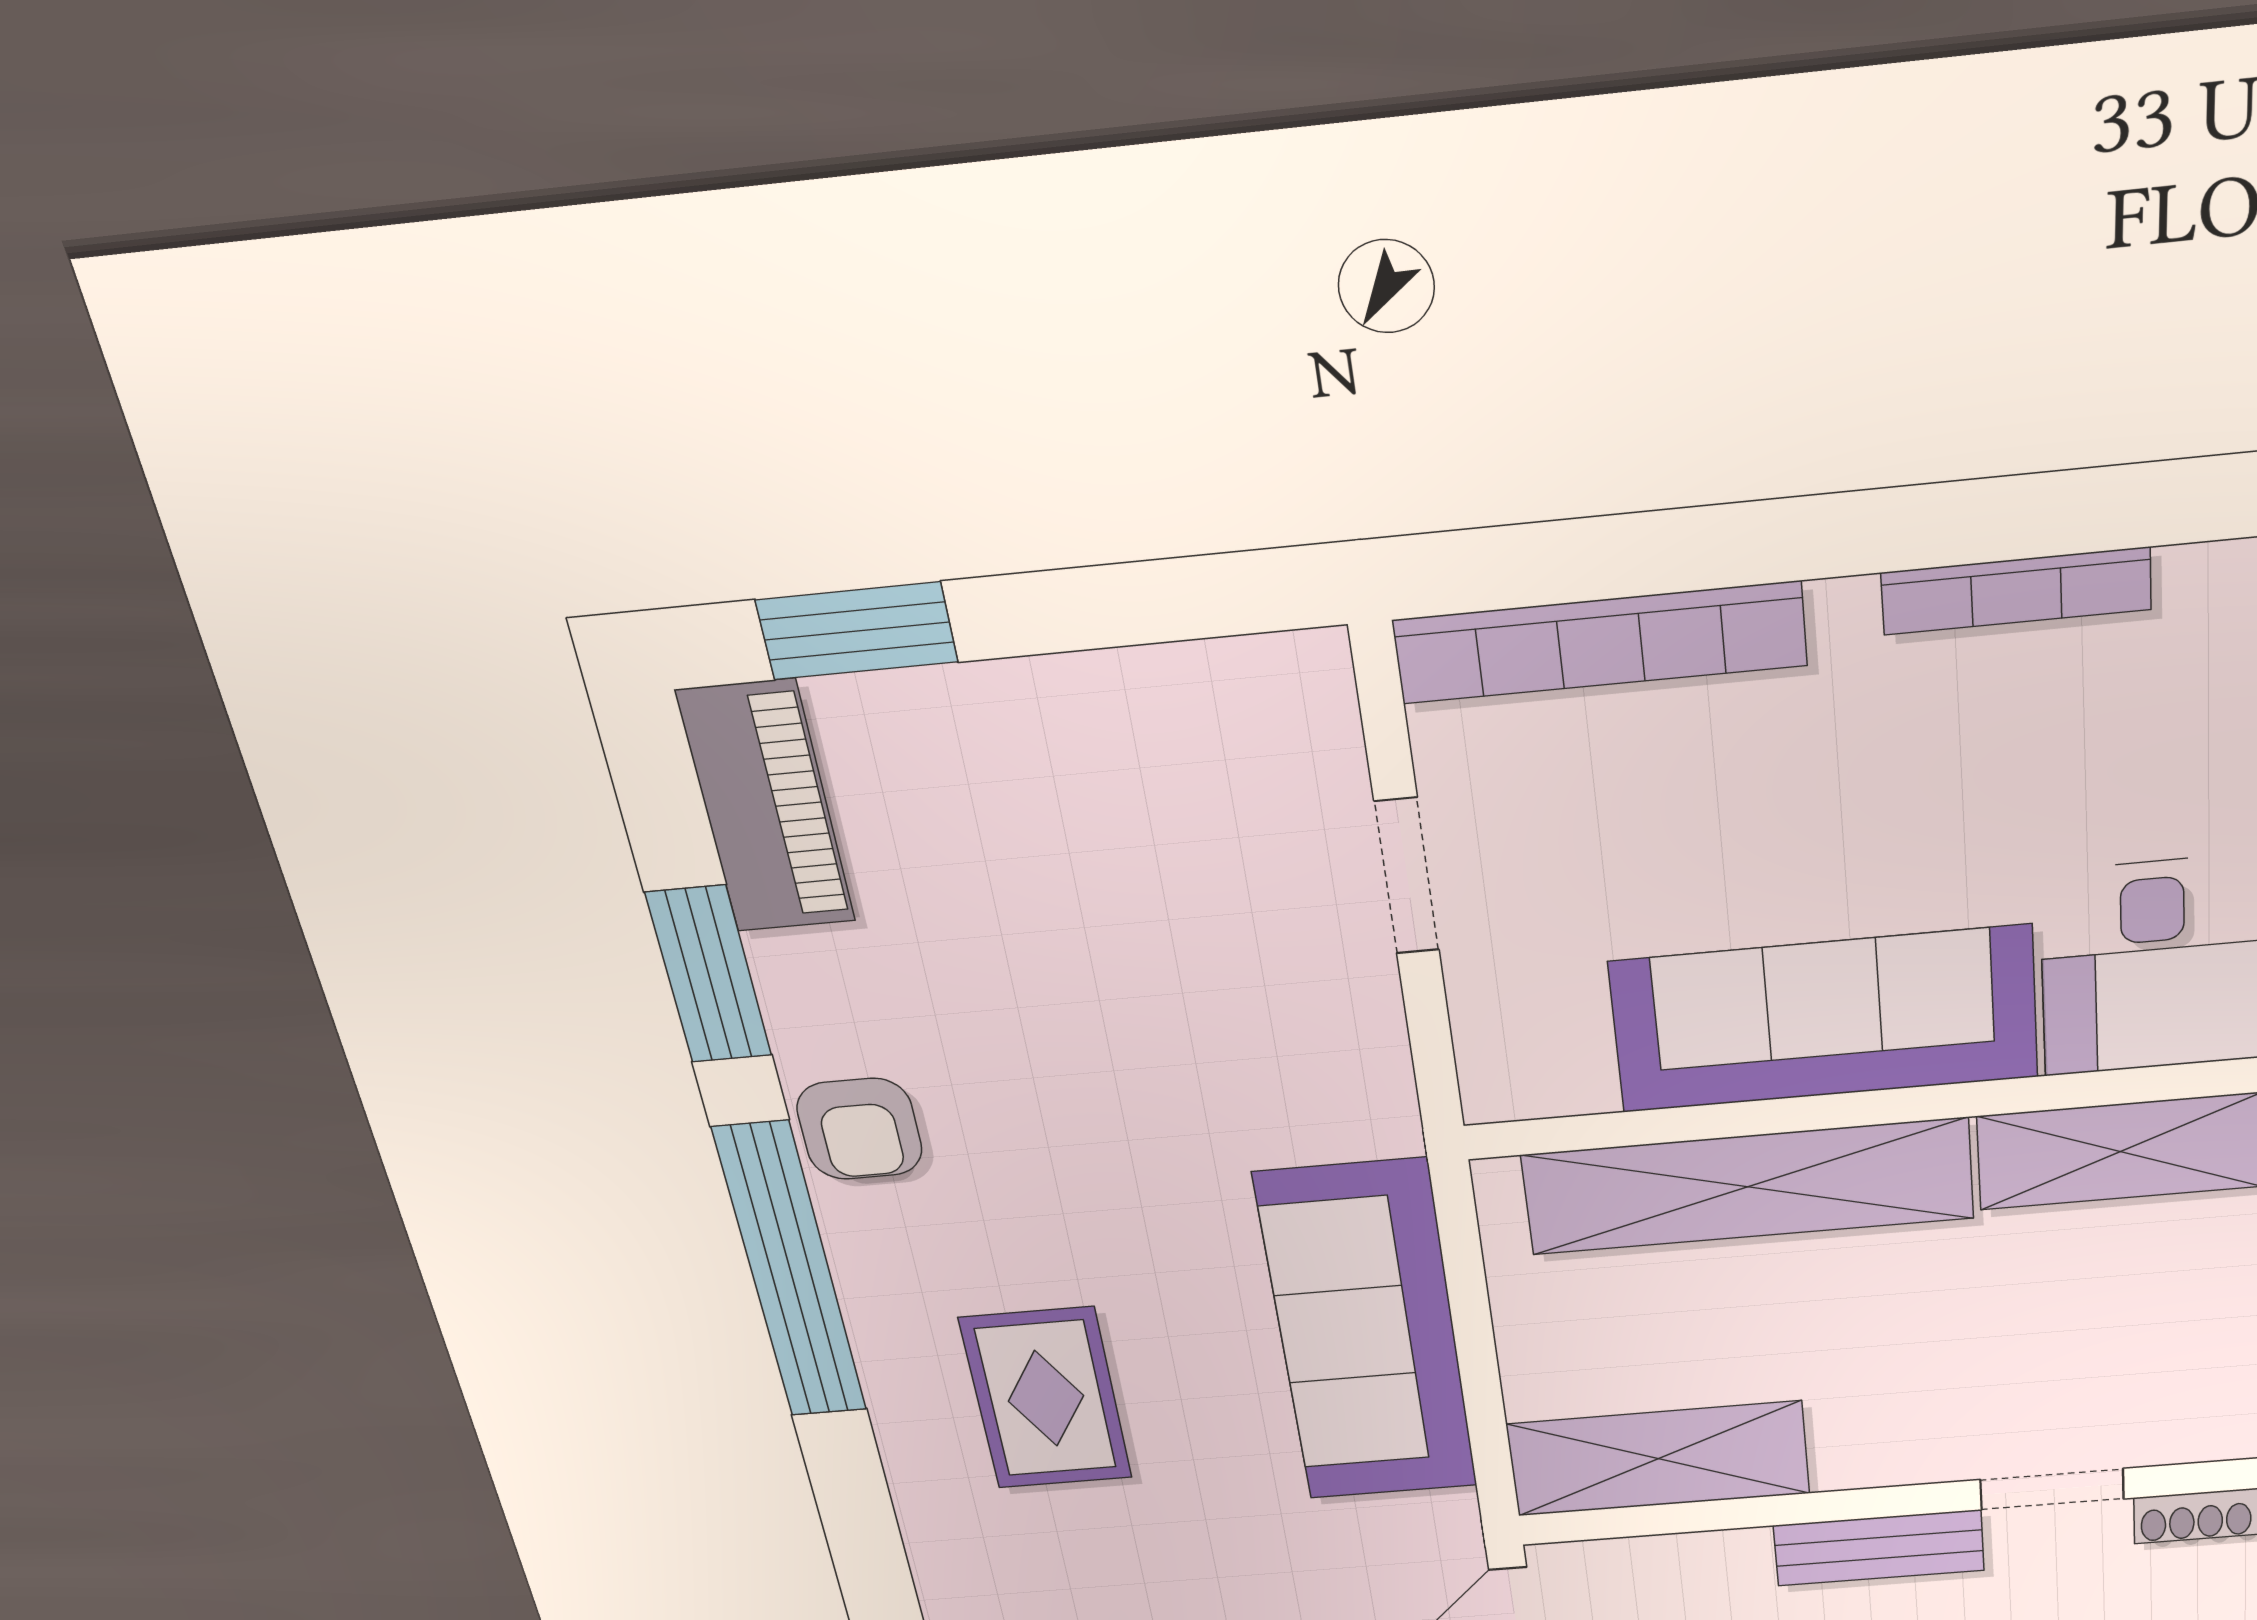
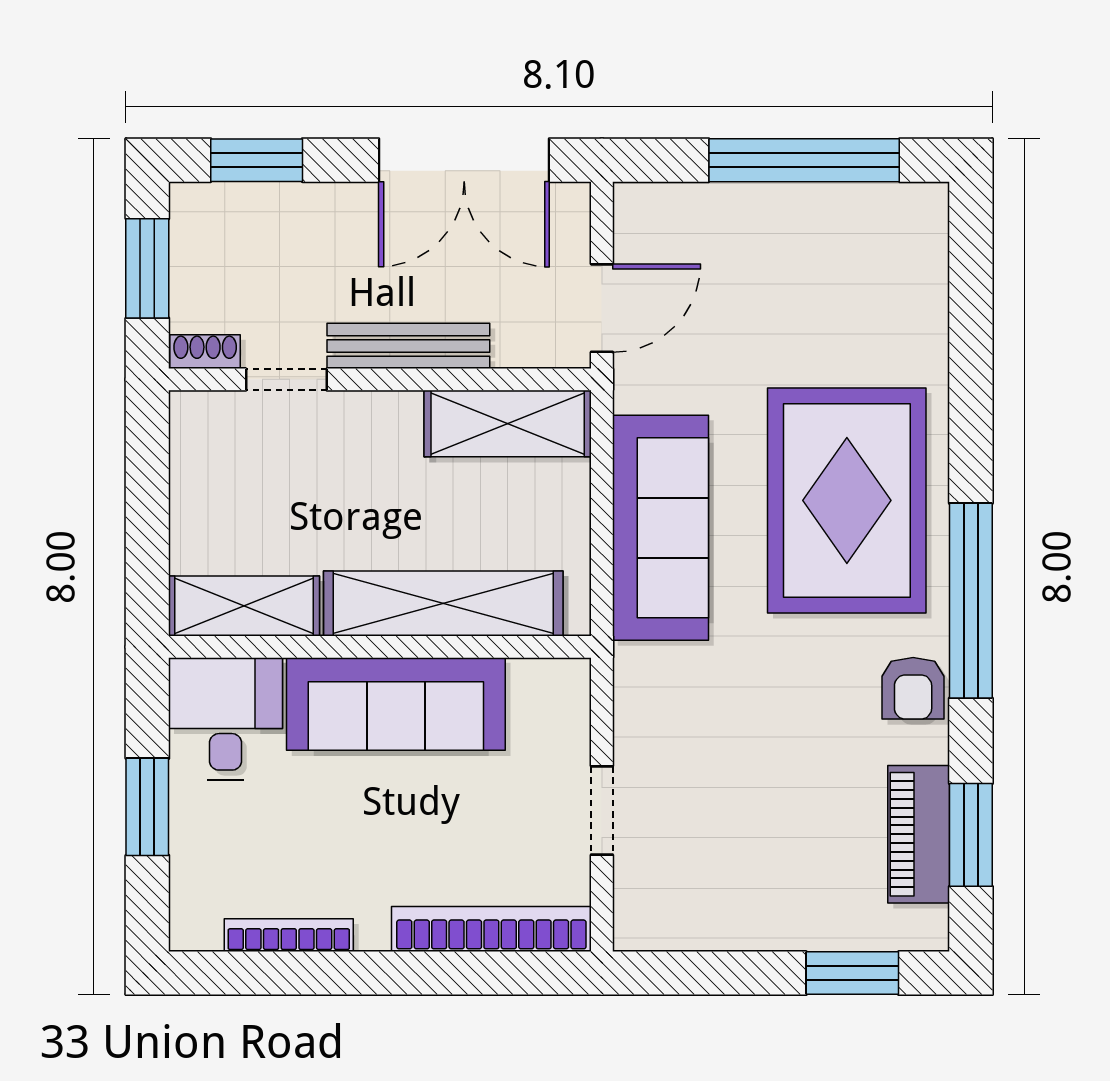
piano: (766, 807) -> (919, 834), moved
window: (709, 975) -> (971, 835), moved
armchair: (859, 1129) -> (913, 688), turned 180
rug: (1046, 1398) -> (847, 500), width x1.86, depth x2.06
bench: (1879, 1548) -> (408, 346), width x1.36

